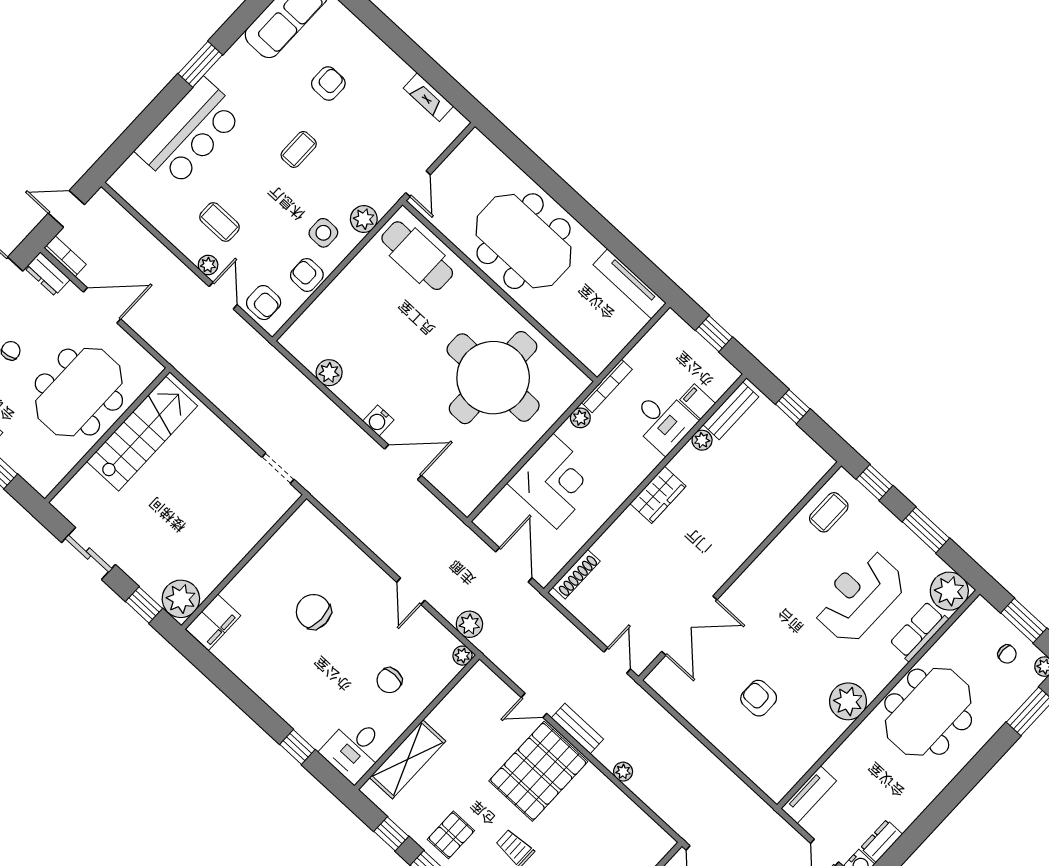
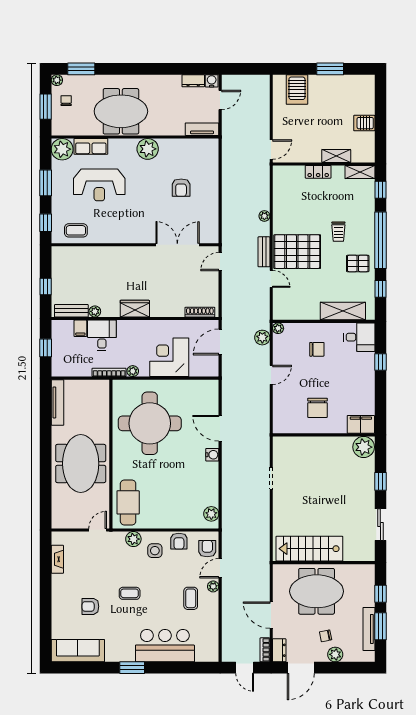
plant: (329, 373) -> (211, 514), moved
wall: (244, 562) -> (324, 435), moved
plant: (181, 599) -> (364, 447), moved
filing cabinet: (213, 622) -> (361, 424), moved

